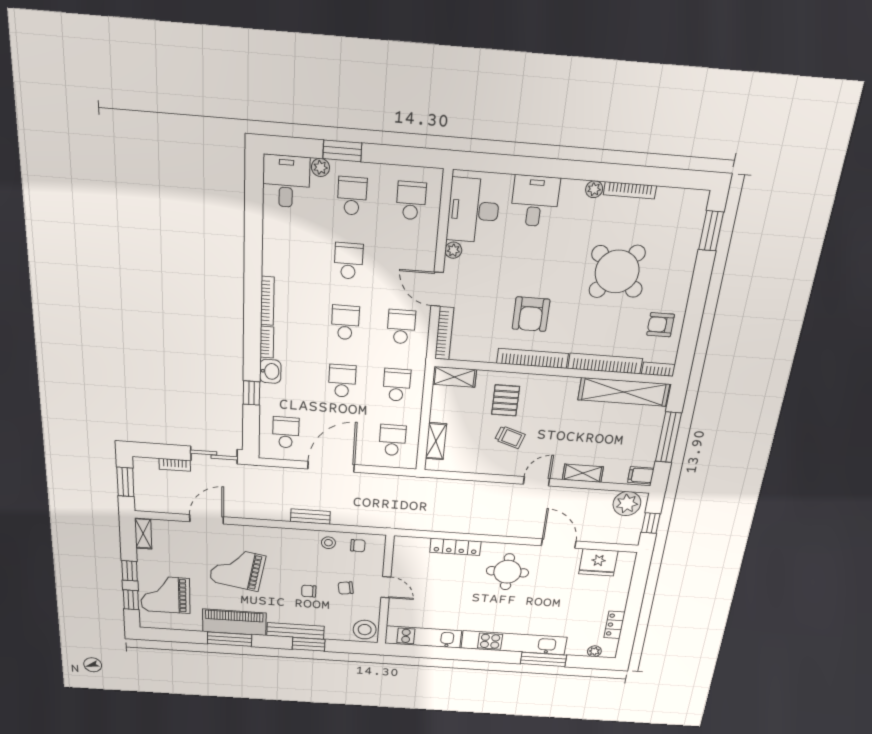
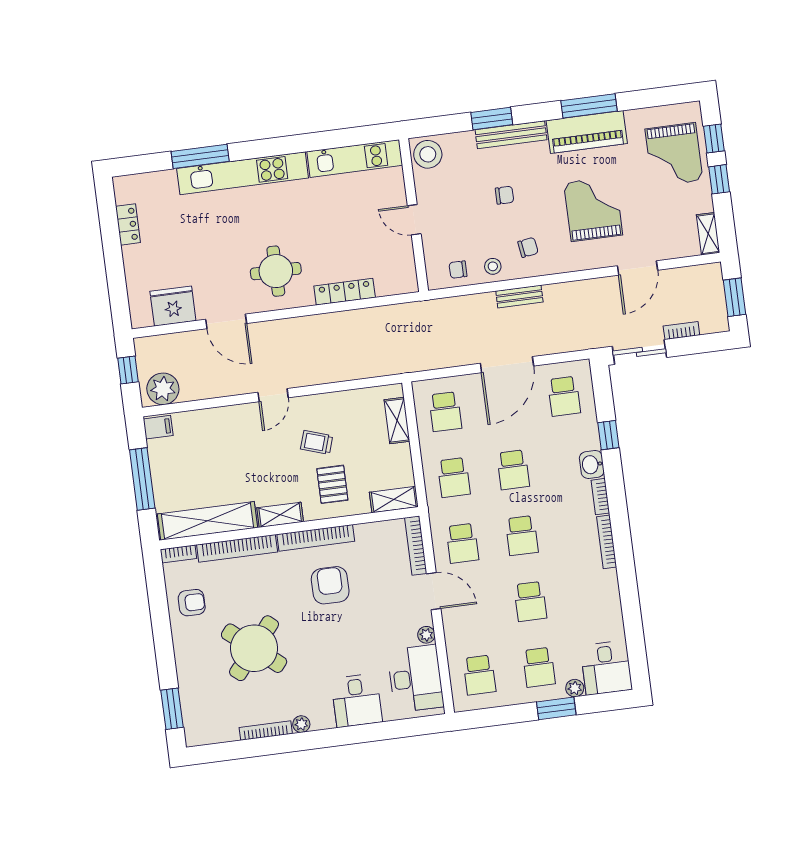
shelving: (583, 473) -> (280, 515), moved
grand piano: (237, 569) -> (593, 209), turned -100
chair: (346, 588) -> (528, 247), moved
grand piano: (165, 595) -> (674, 155), turned 90
plant: (594, 651) -> (141, 181), removed

